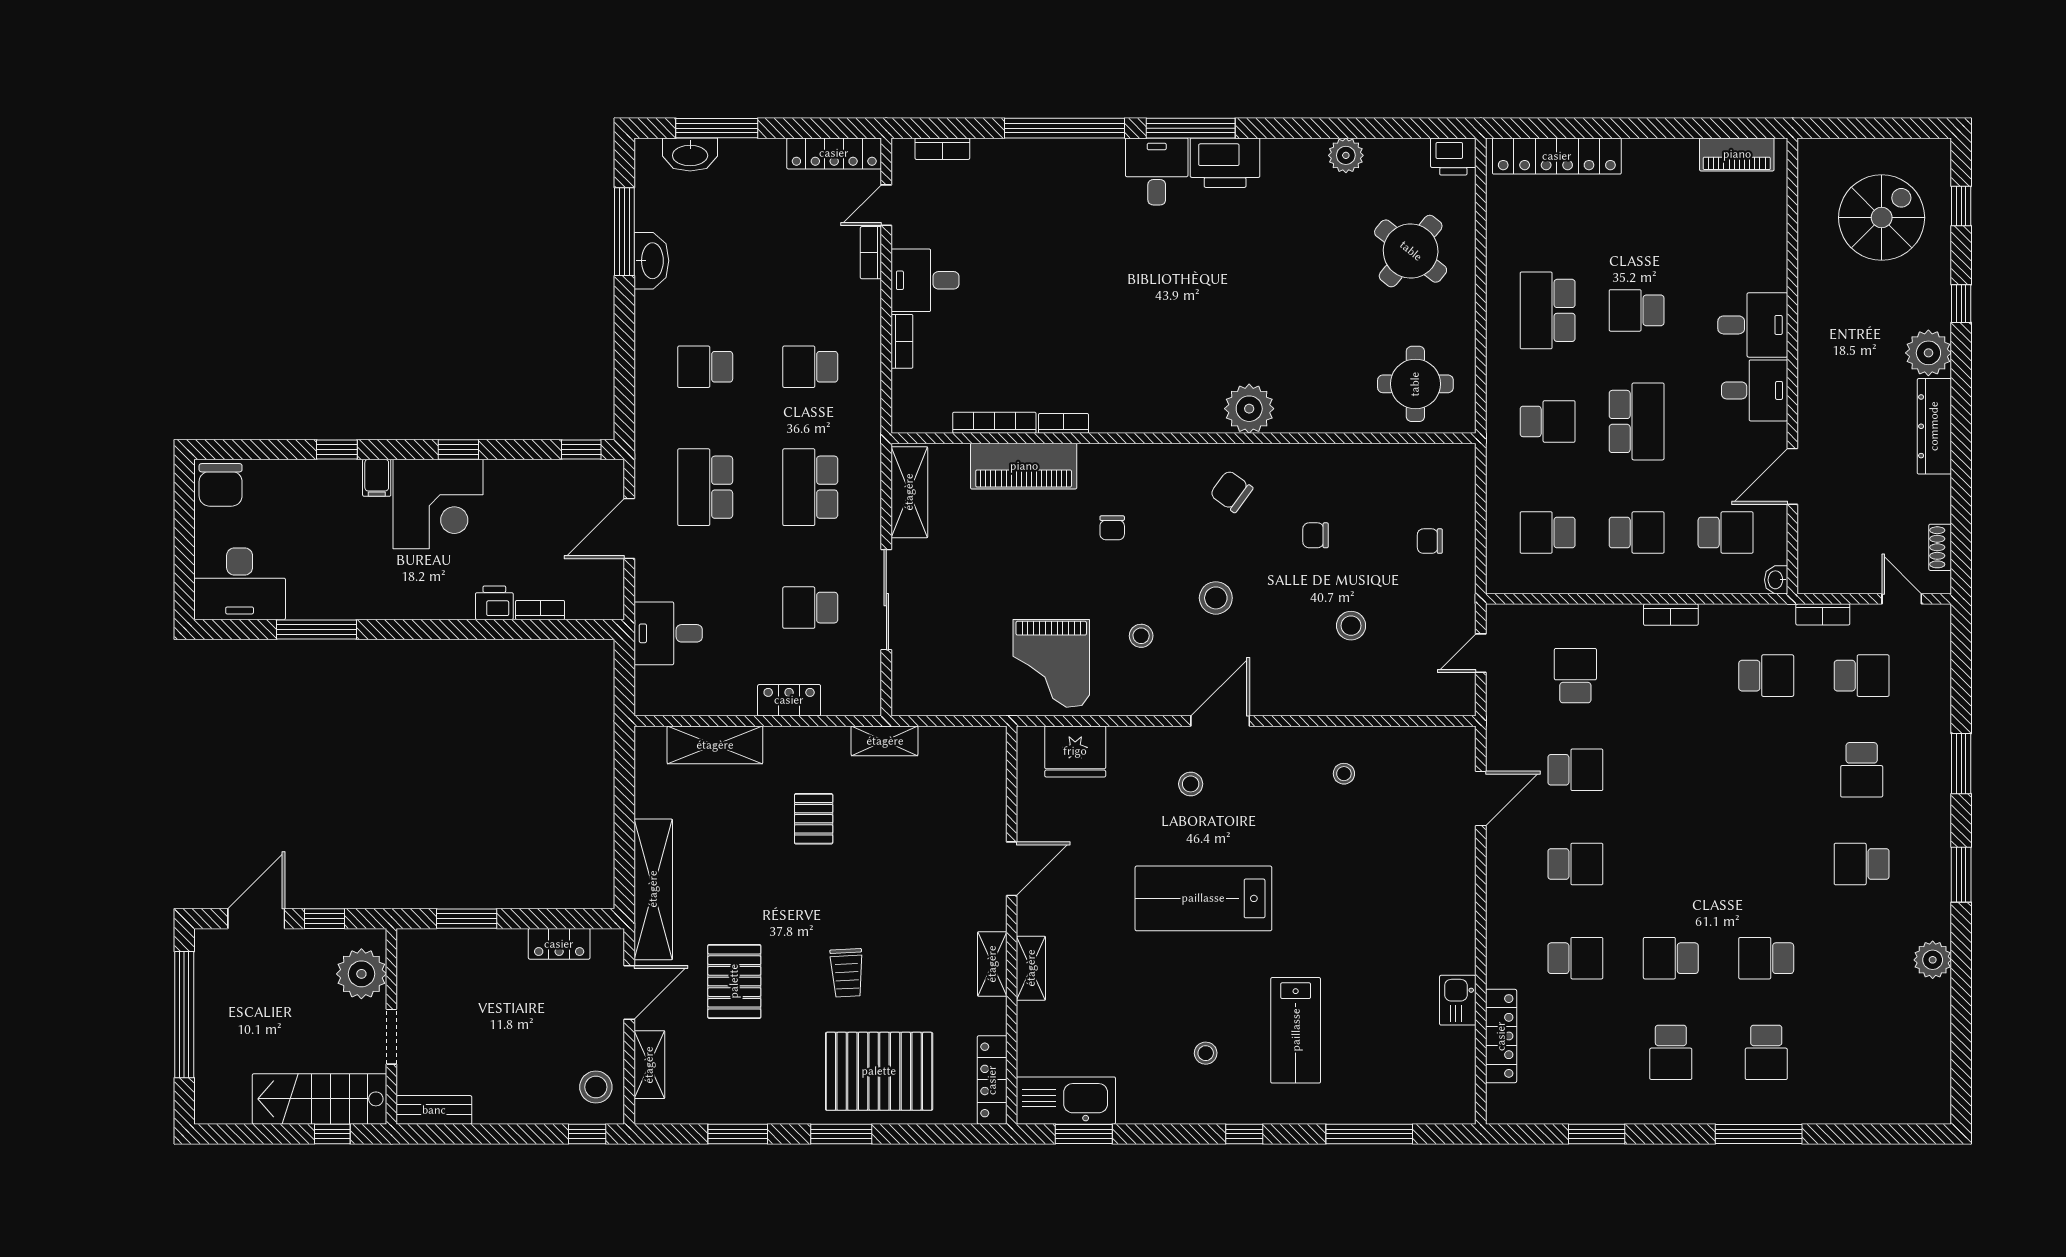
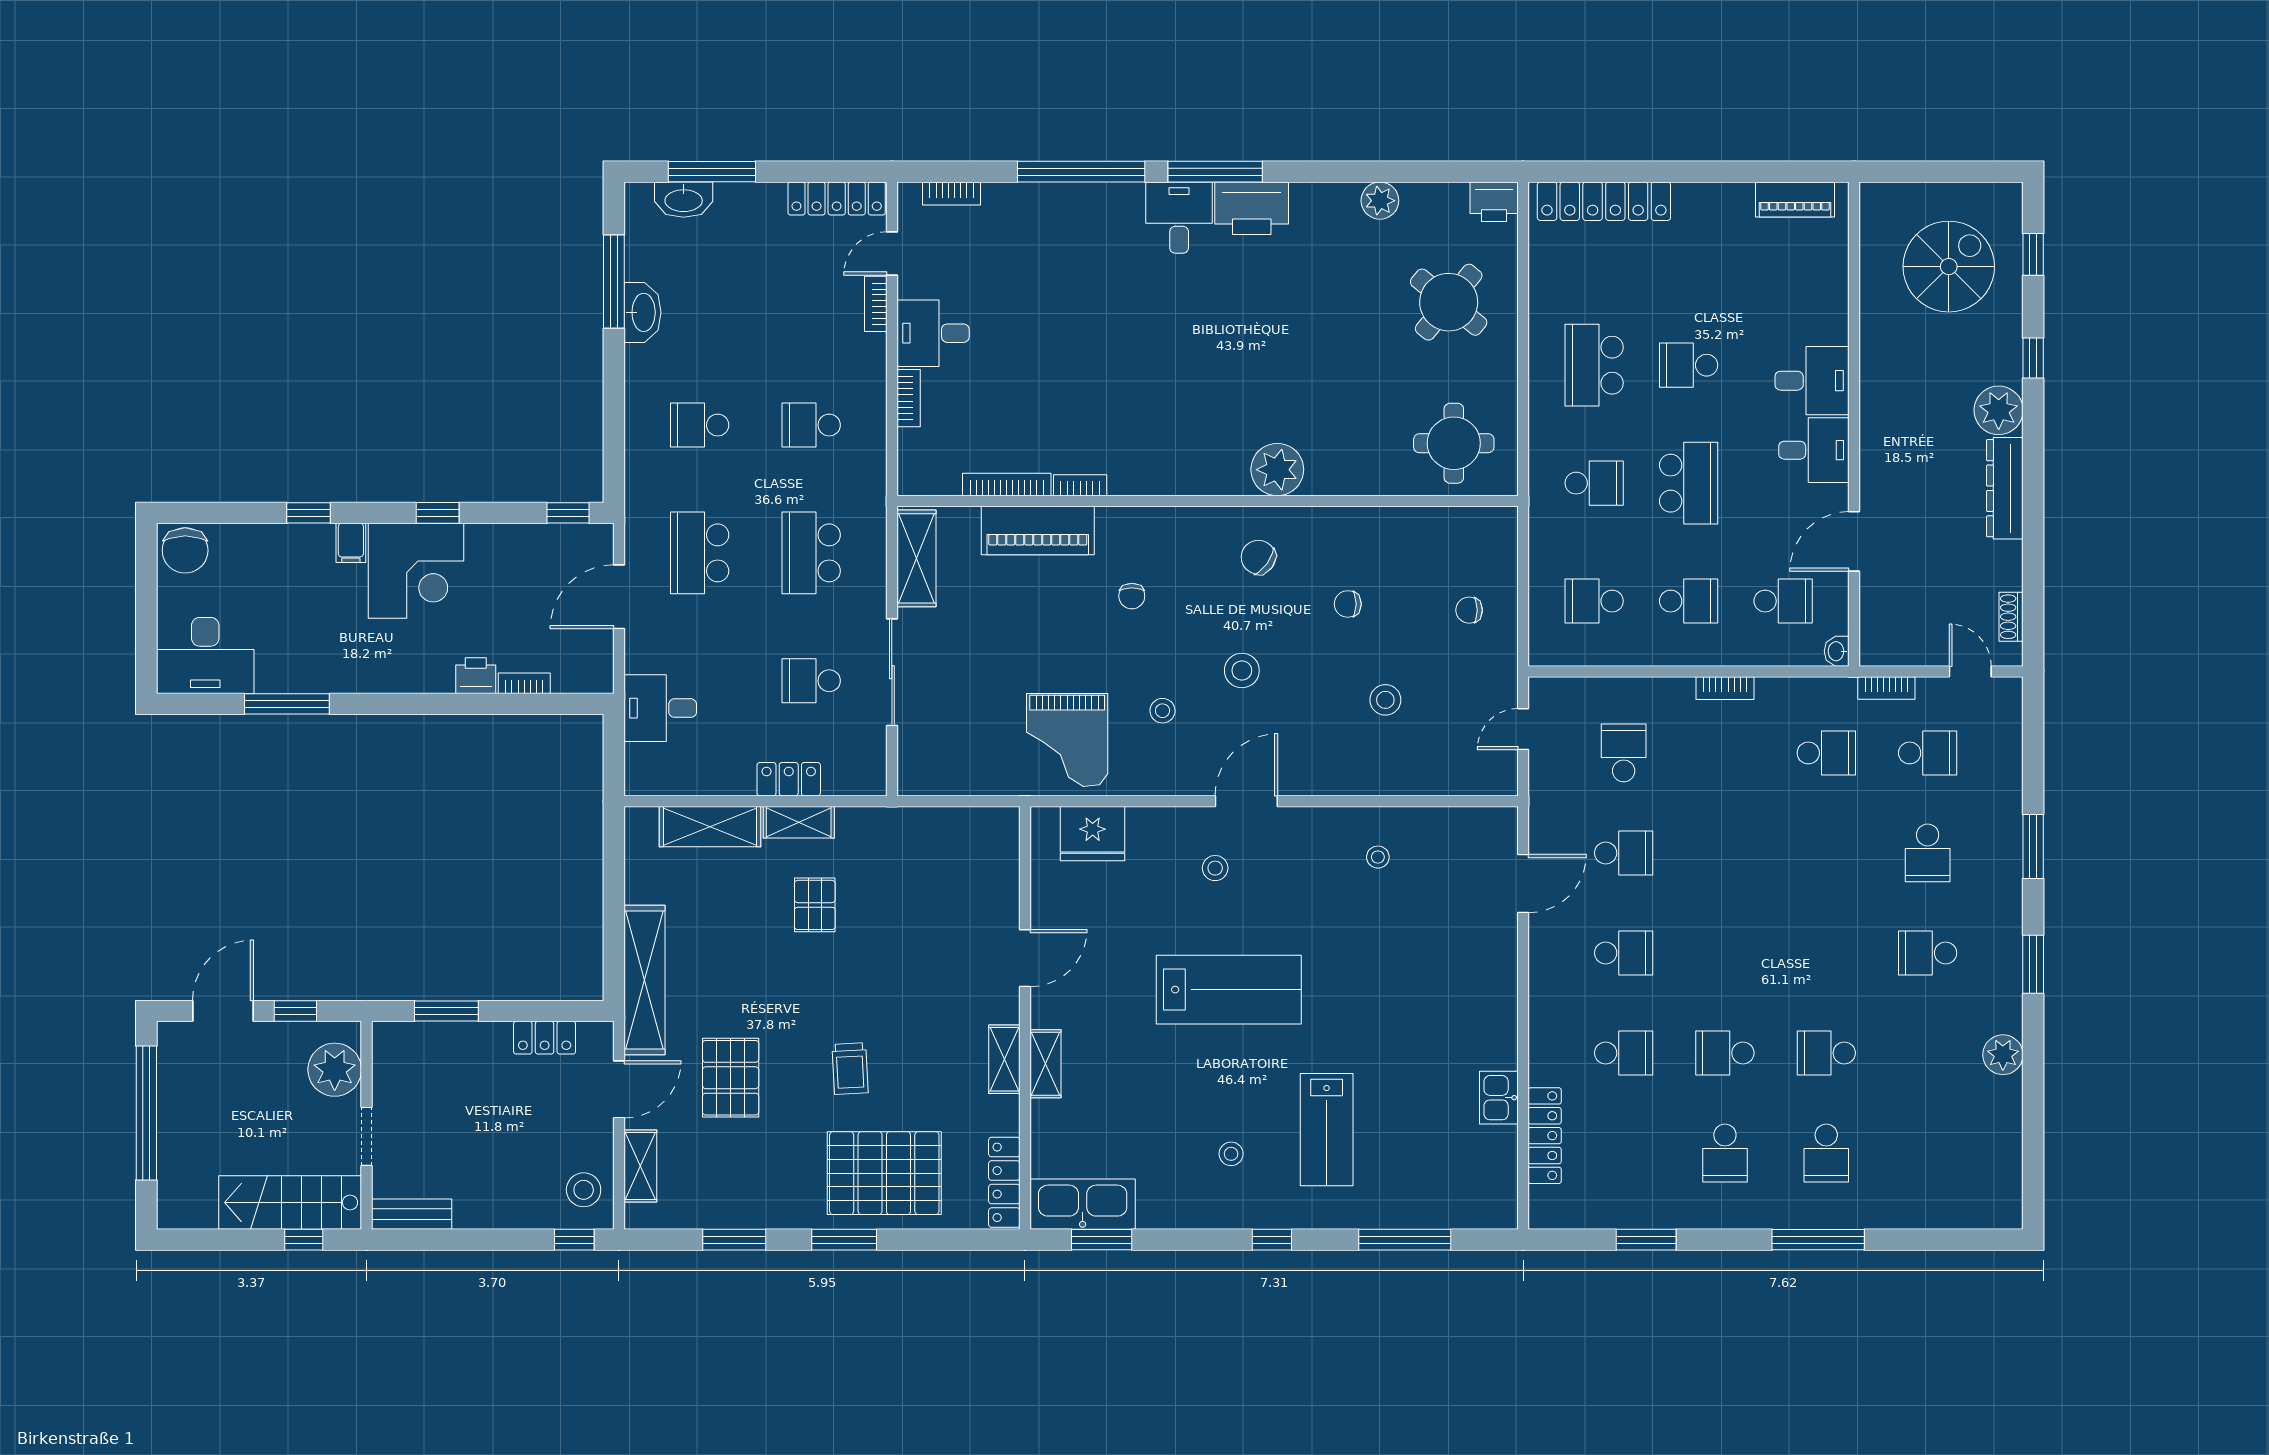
shelving: (885, 741) -> (799, 822), moved
lab bench: (1203, 898) -> (1229, 990), turned 180

